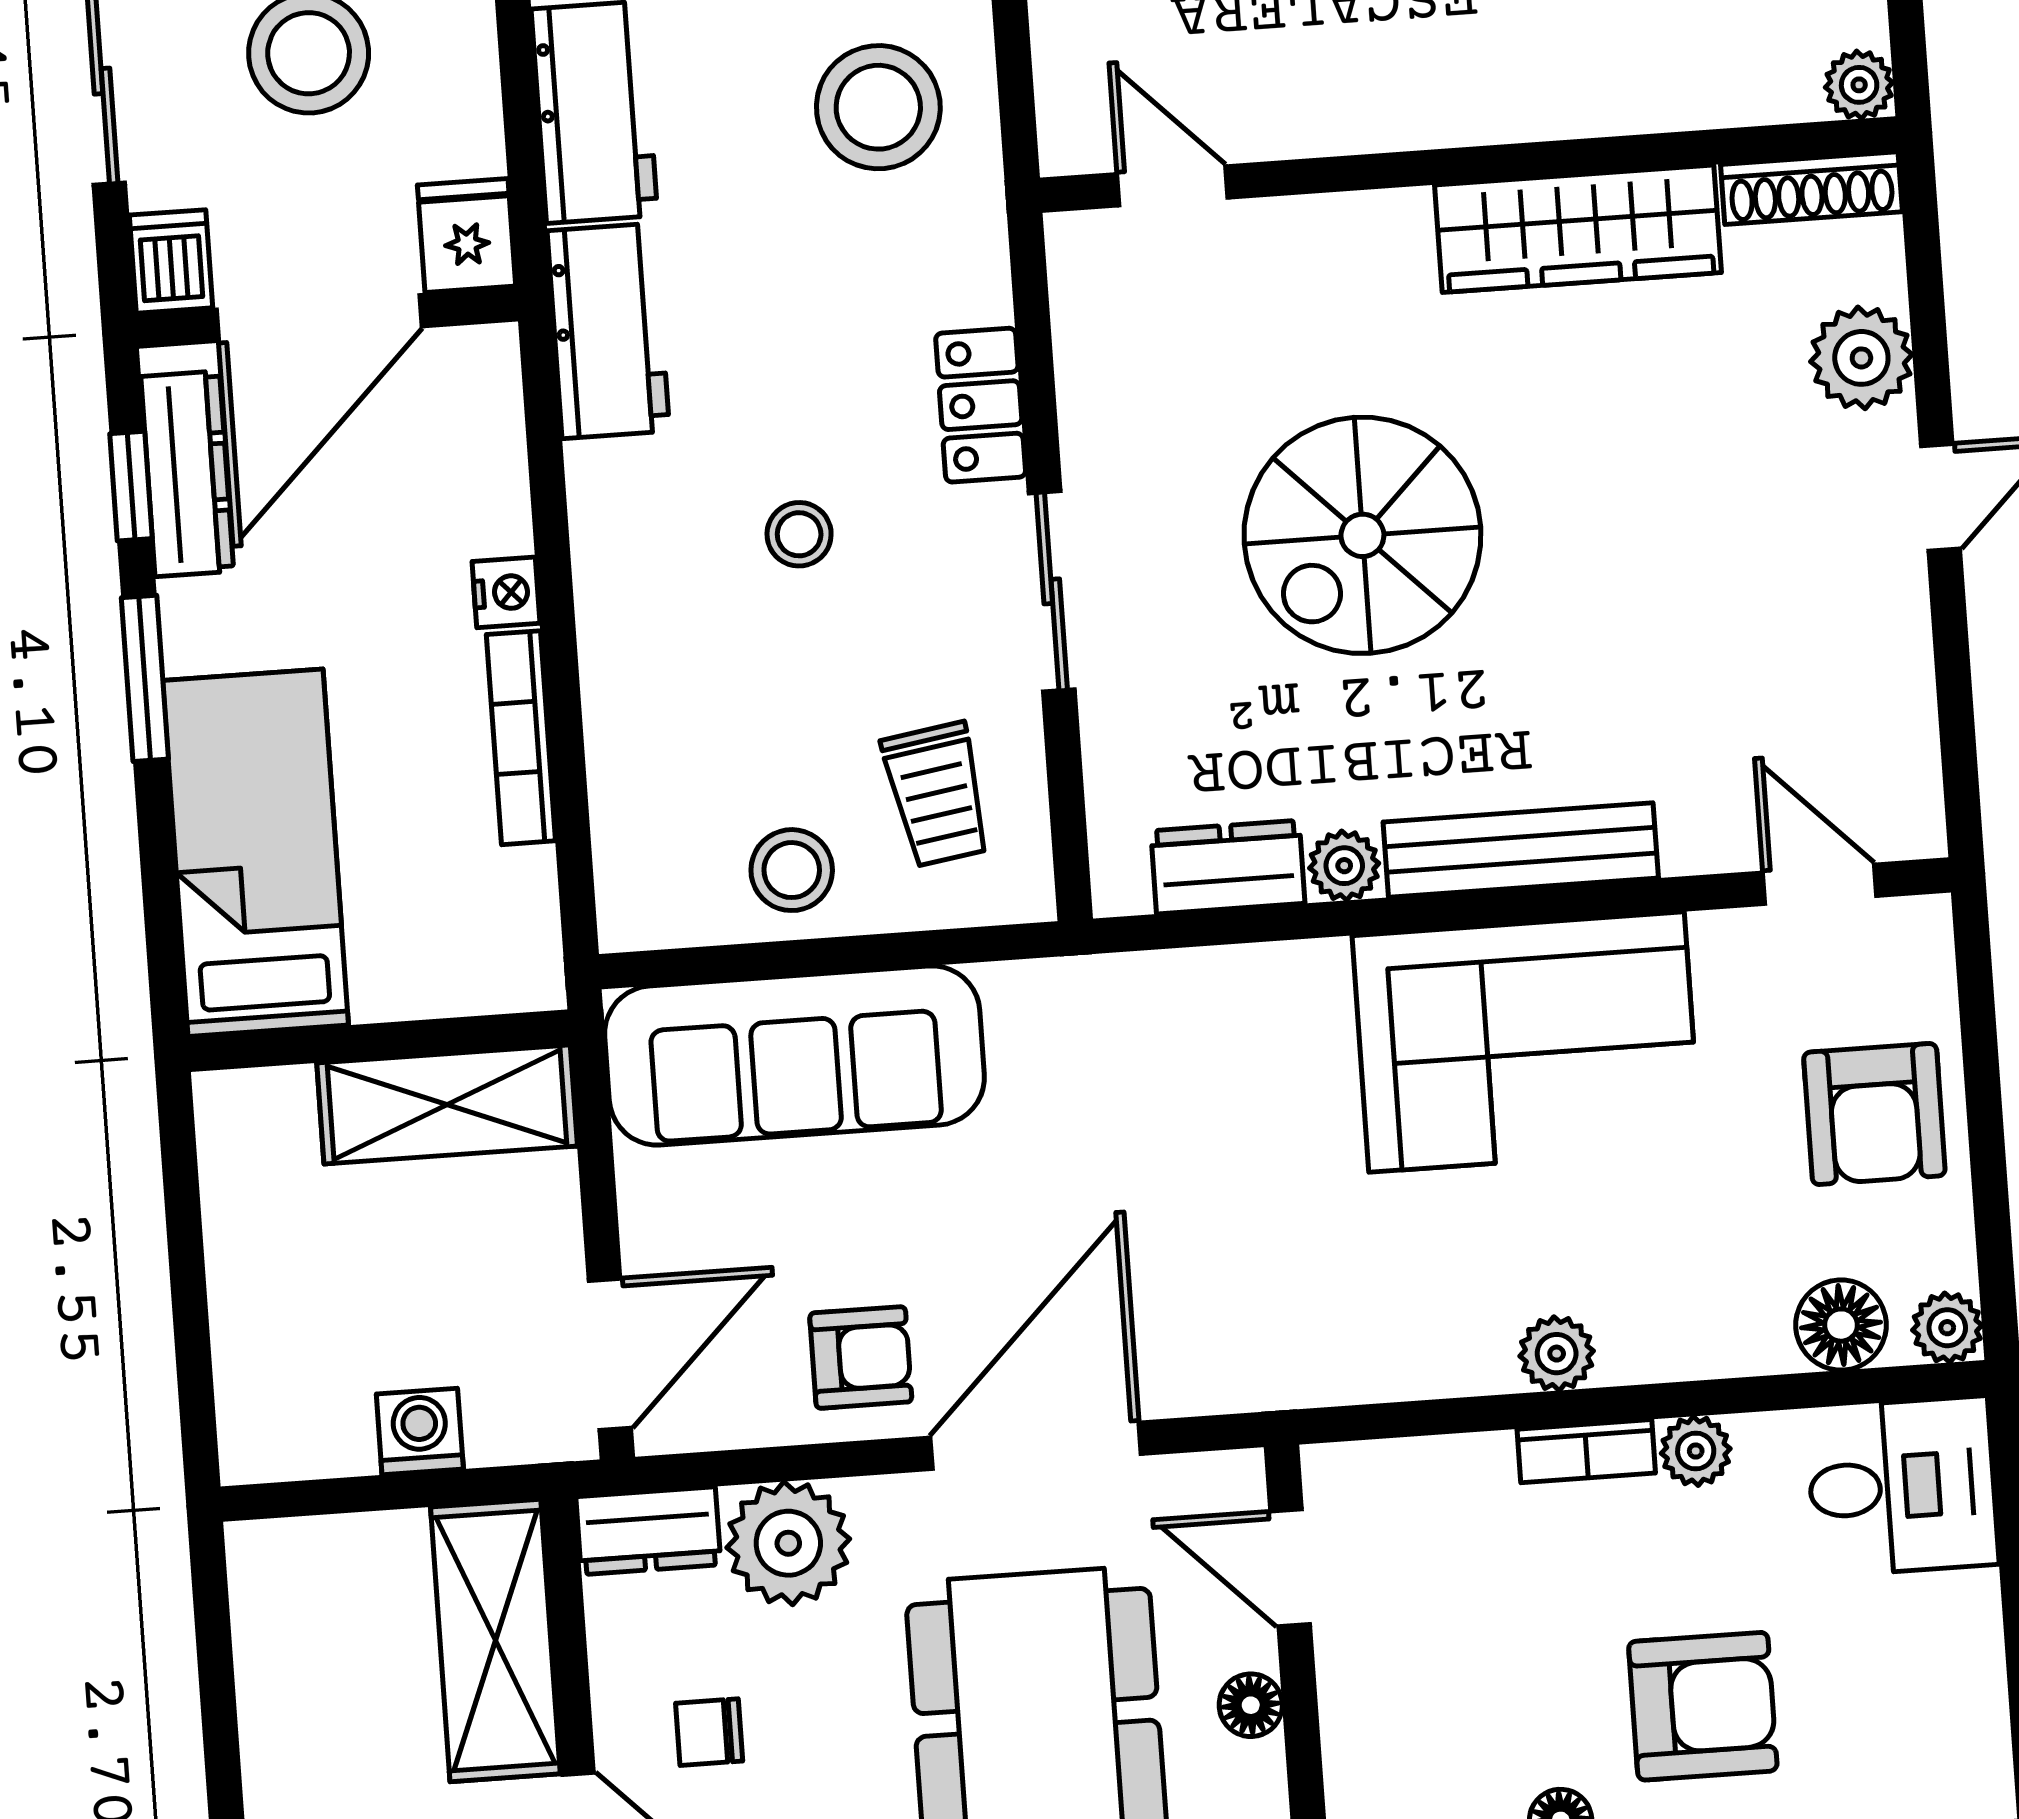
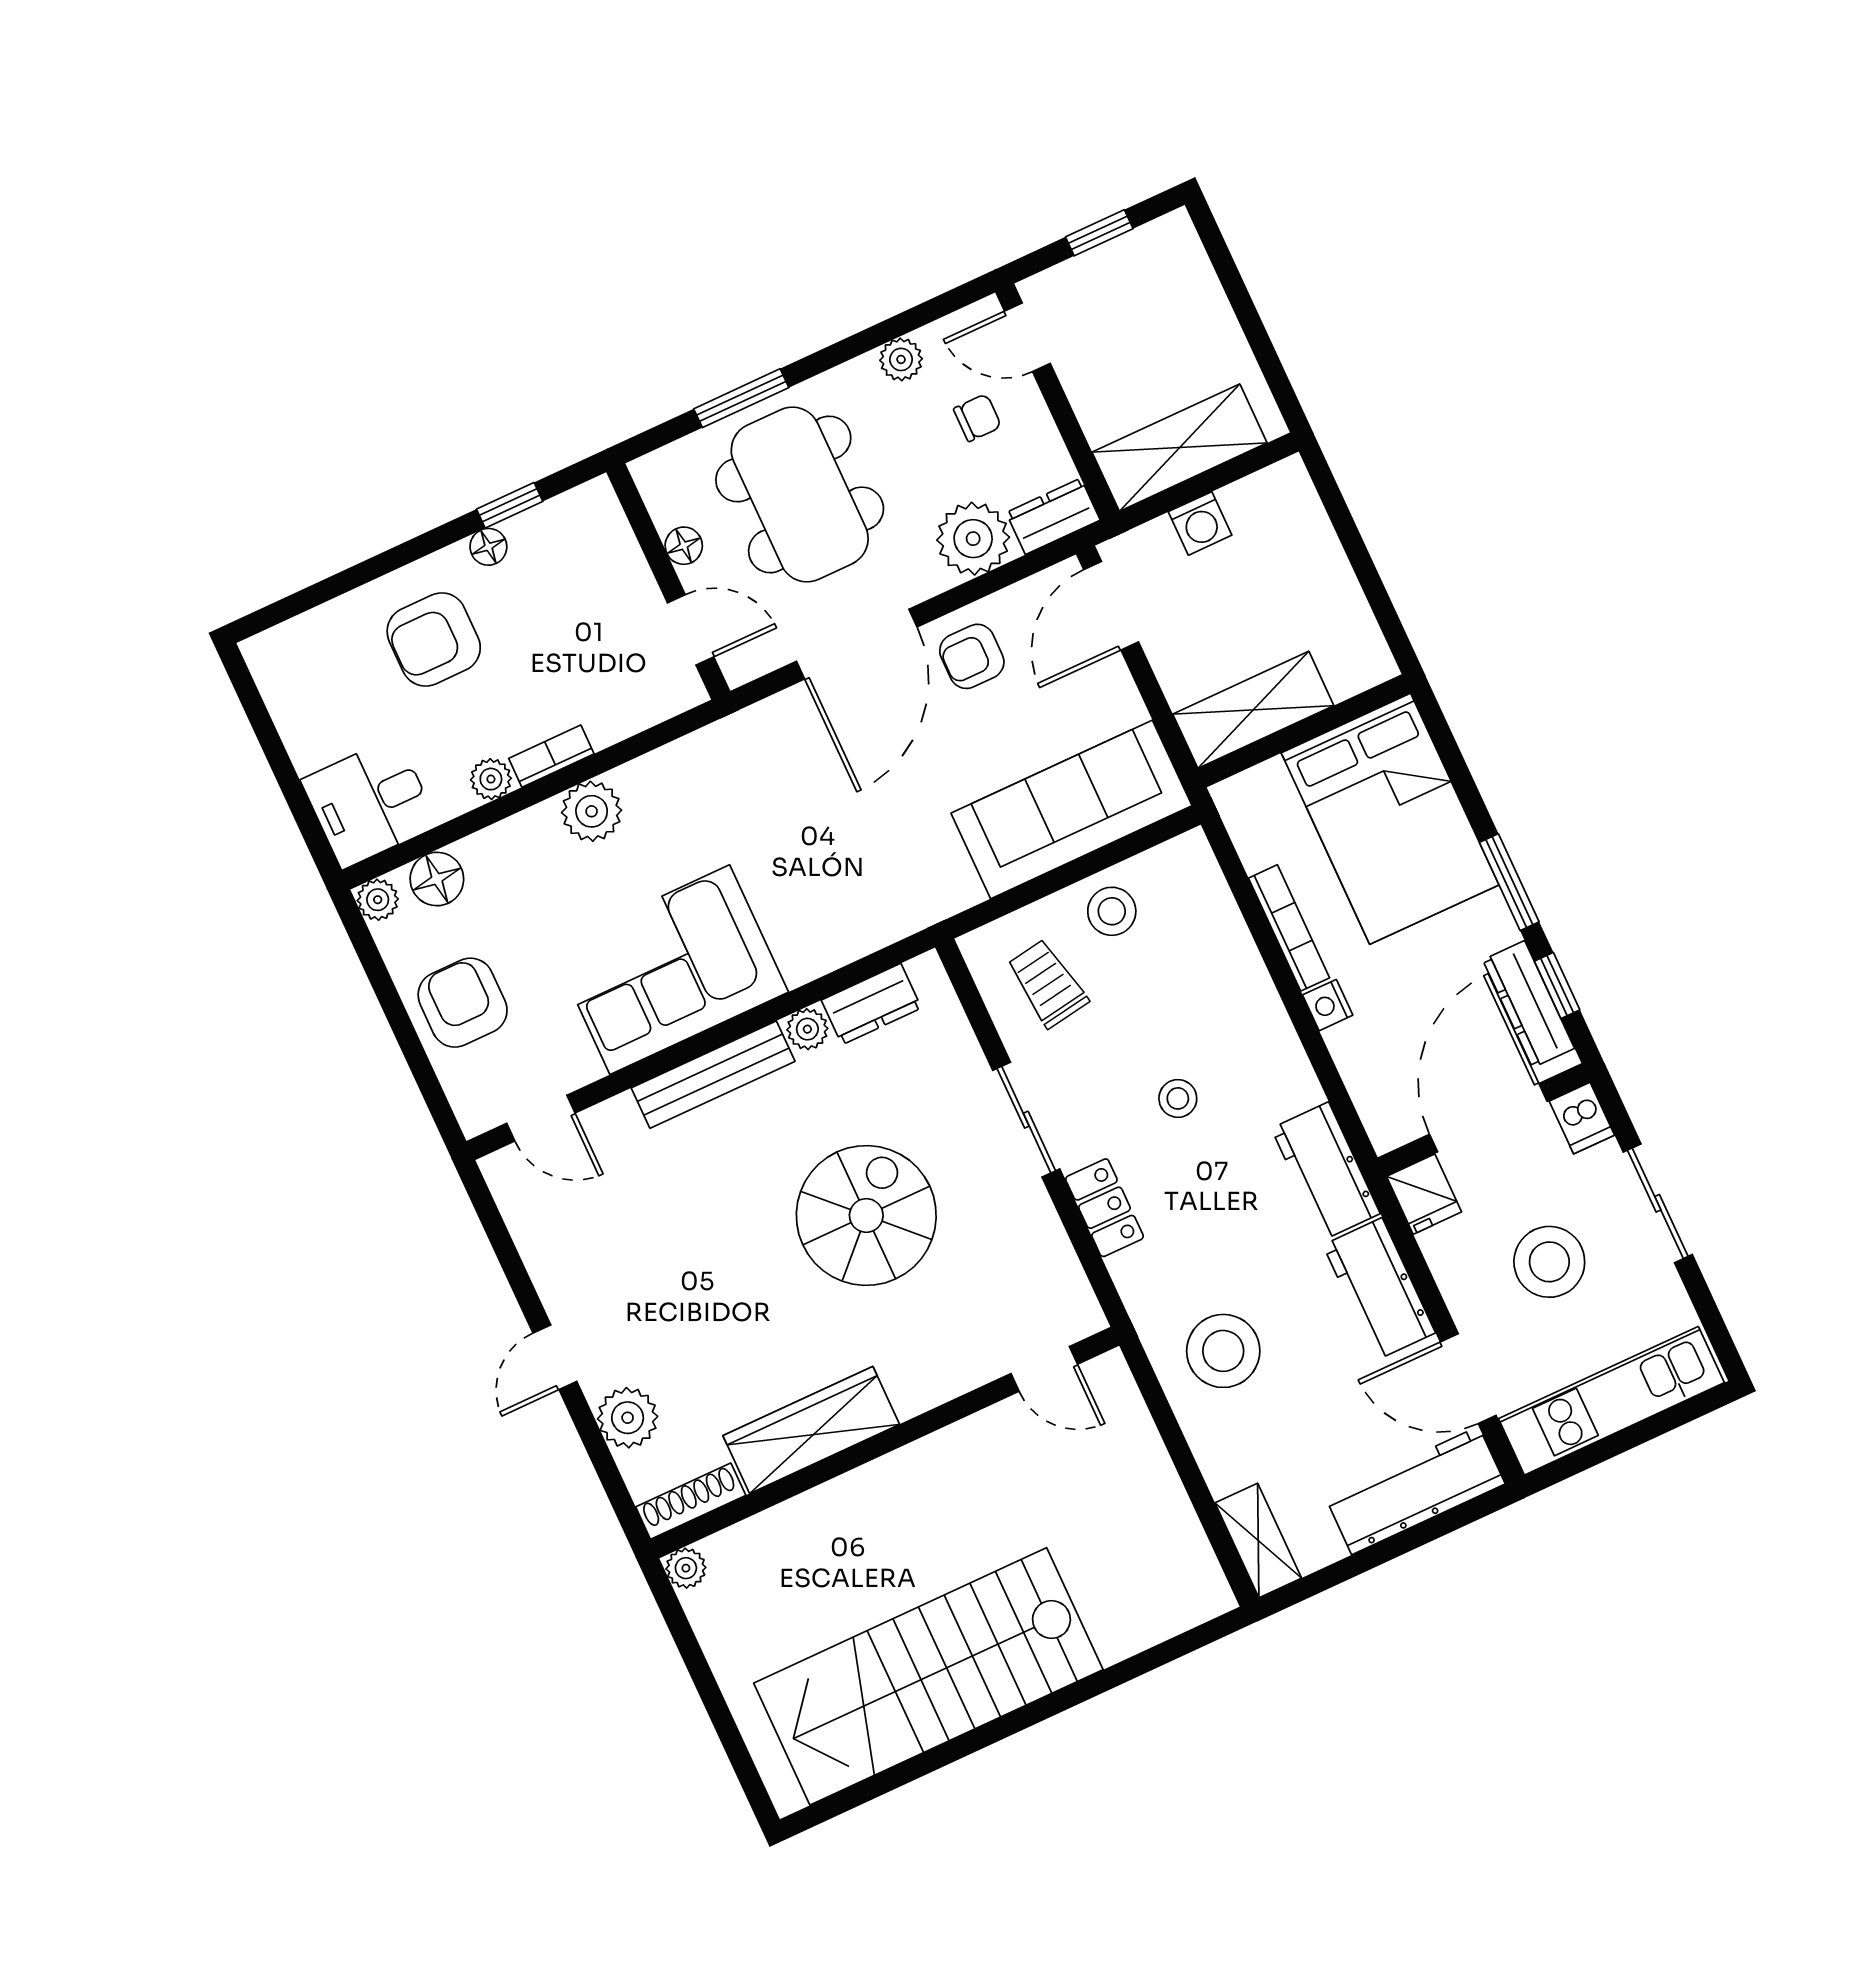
bed: (256, 853) -> (1390, 819), width x1.50
plant: (1557, 1354) -> (592, 811), width x1.38, depth x1.38
shelving: (495, 1640) -> (1180, 448), moved, turned 90

